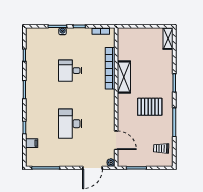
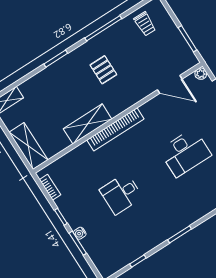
shelving: (133, 34) -> (28, 146), added
bookcase: (110, 68) -> (115, 129), moved
desk: (70, 71) -> (121, 194), turned 90
pallet: (150, 107) -> (103, 70), width x0.67, depth x0.71
door: (116, 140) -> (170, 84), swing flipped

